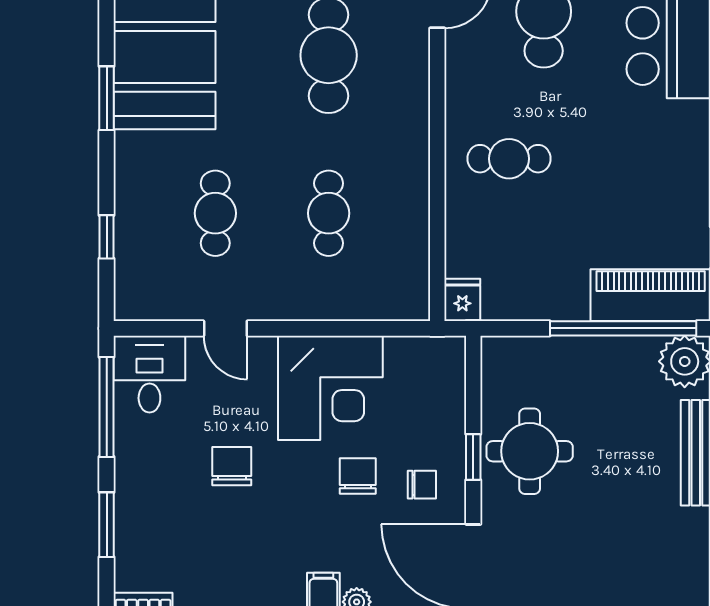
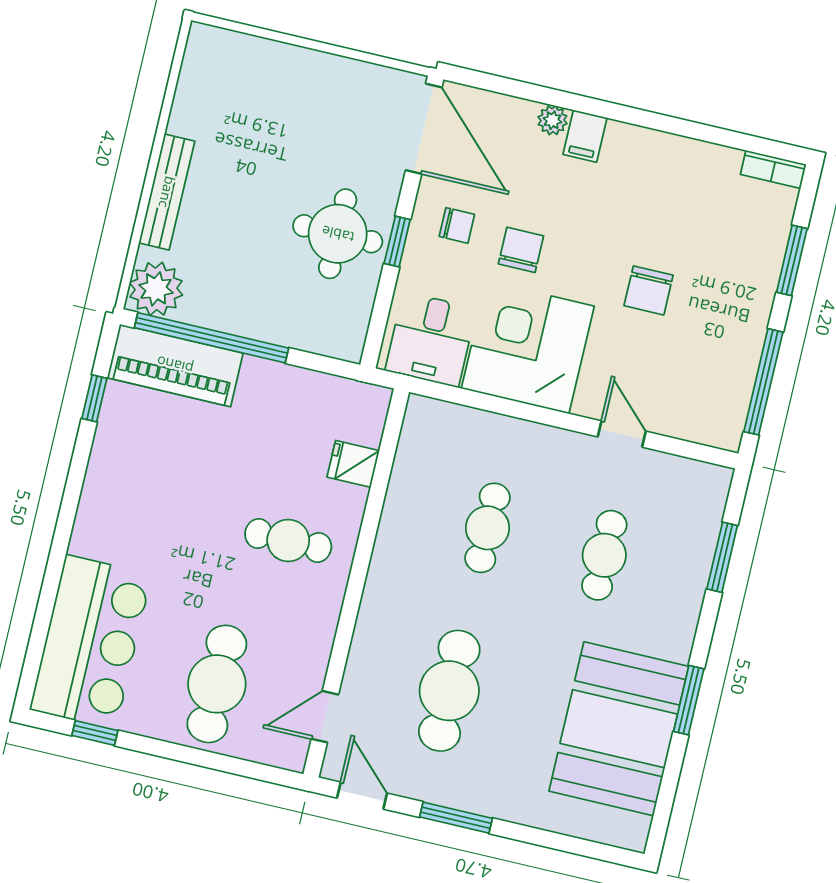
window: (107, 237) -> (722, 557), width x1.50
fridge: (462, 300) -> (353, 464), moved, turned 90
desk: (149, 374) -> (431, 339), moved
chair: (358, 476) -> (521, 250), turned 180
chair: (422, 485) -> (457, 225), turned 180

